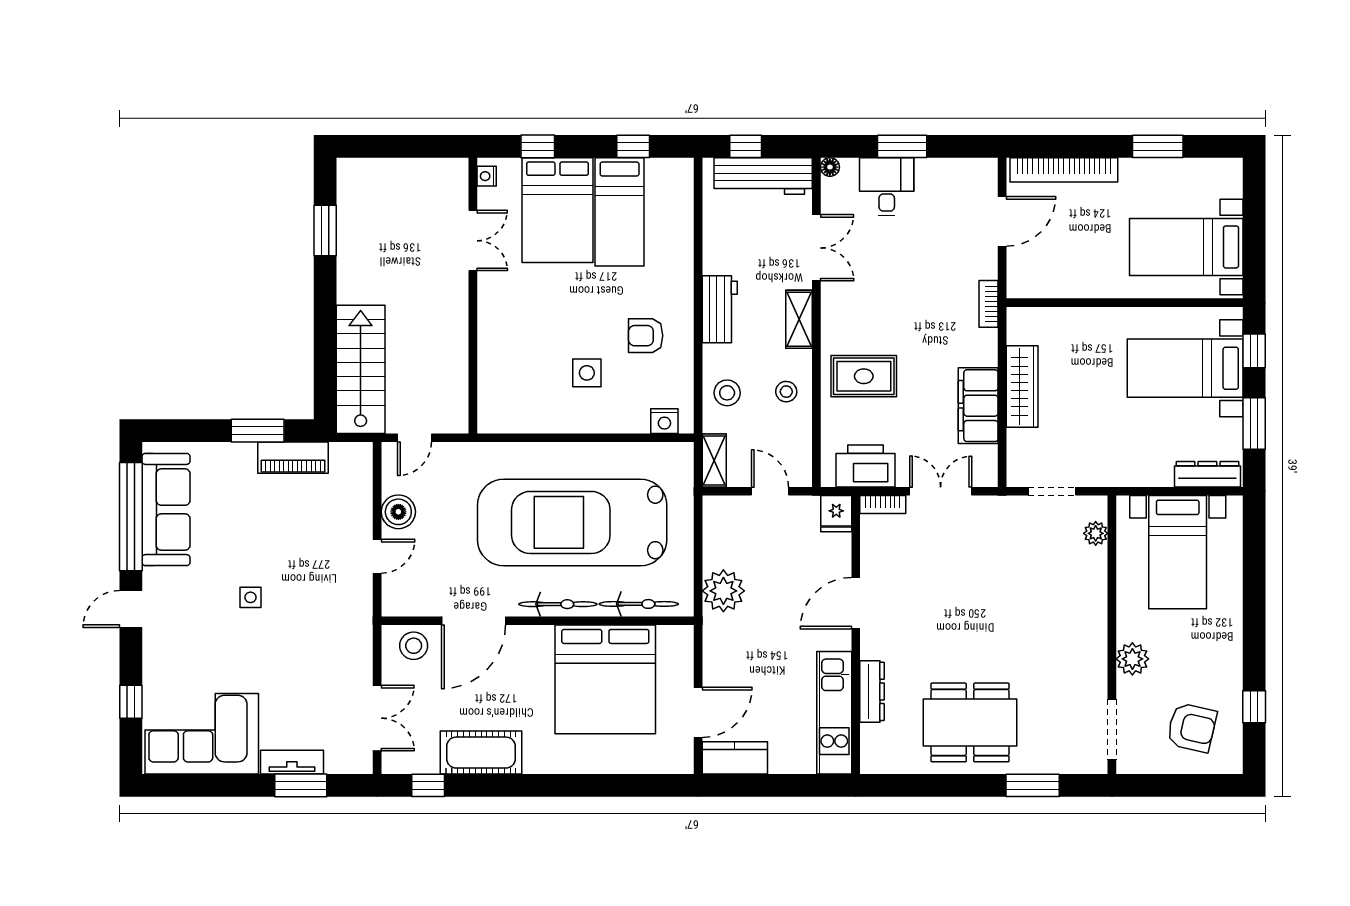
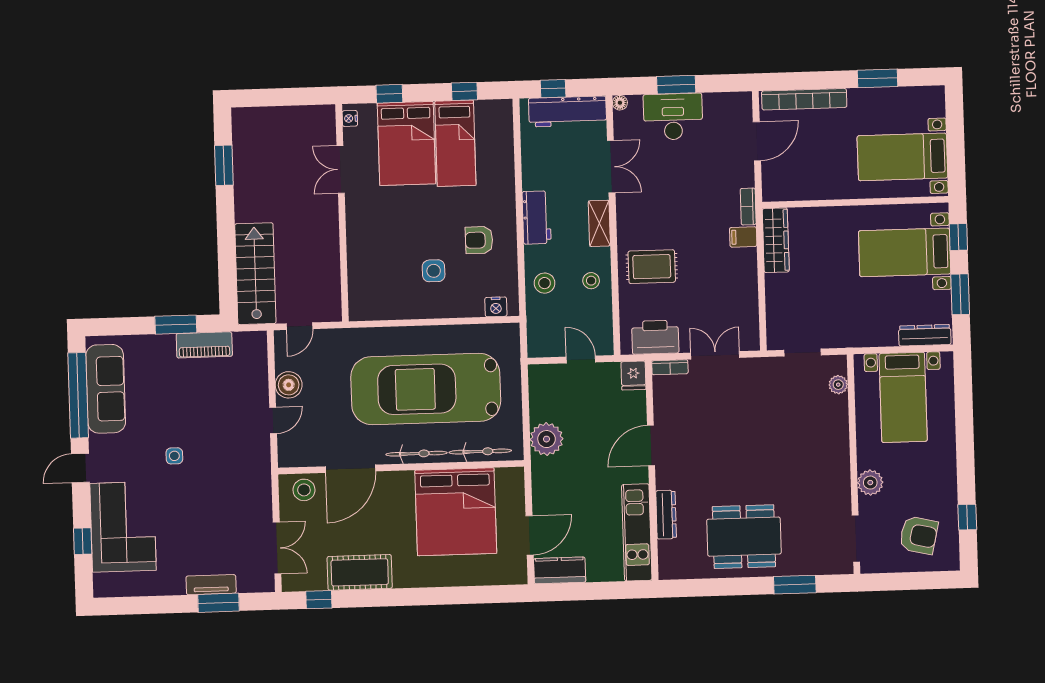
desk: (887, 187) -> (673, 117), width x1.37
double door: (473, 241) -> (341, 169), swing flipped
wardrobe: (1022, 387) -> (776, 240), moved
filing cabinet: (978, 406) -> (743, 237), moved, width x0.33, depth x0.86
shelving: (714, 460) -> (536, 337), removed
corner sofa: (202, 734) -> (123, 527), moved, turned 90

